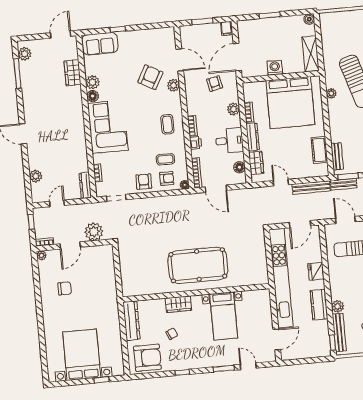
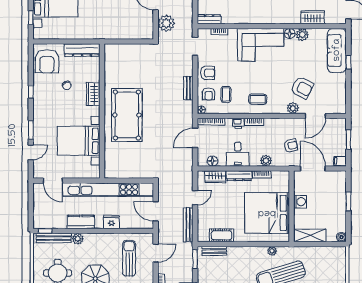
sofa: (100, 44) -> (337, 50), width x1.36
bench: (344, 184) -> (188, 88), moved
bed with nightstands: (224, 316) -> (79, 141), width x1.36

